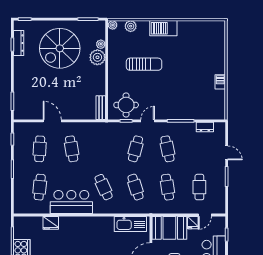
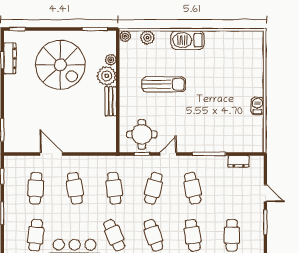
spiral stairs: (60, 48) -> (60, 65), turned -90
bench: (101, 108) -> (111, 101), moved
cafe table: (104, 149) -> (114, 188), added

